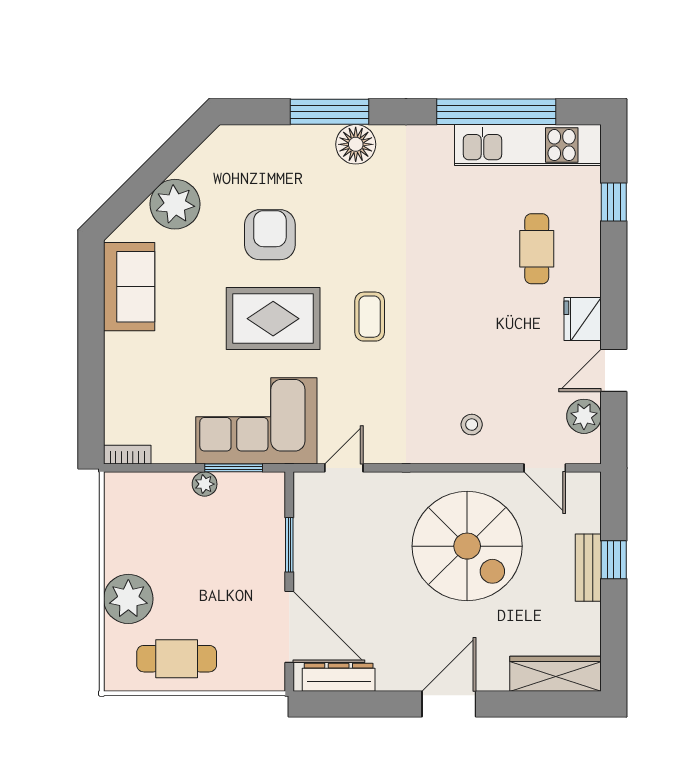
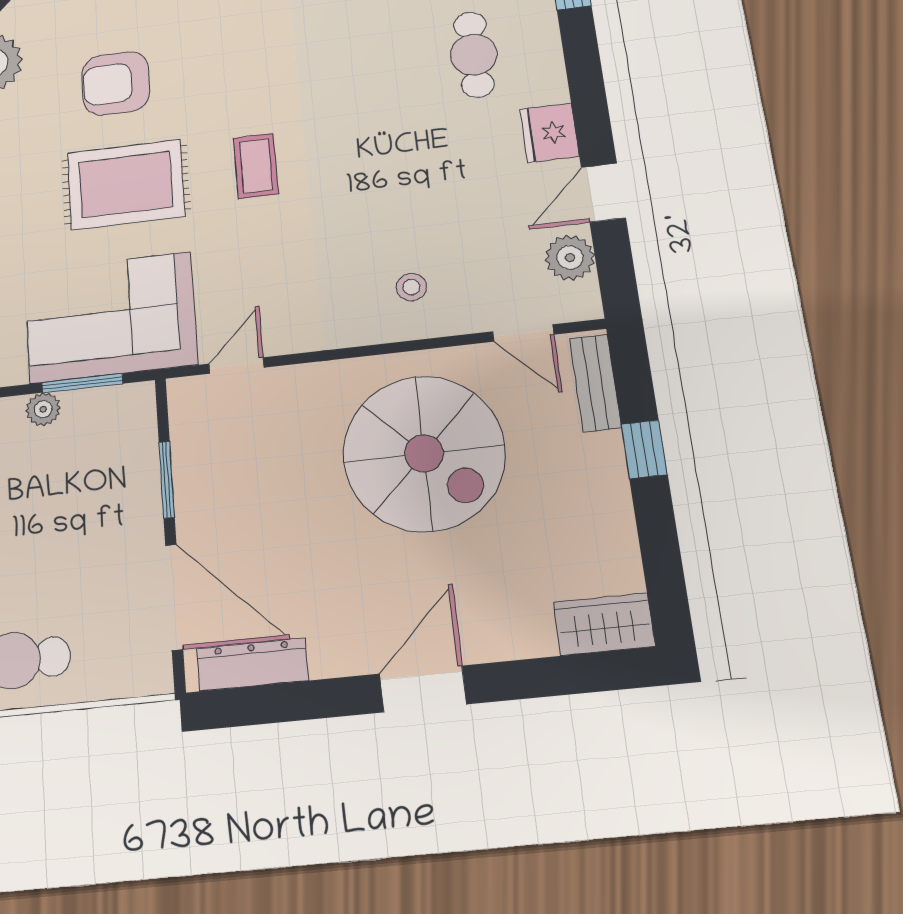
armchair: (270, 235) -> (116, 83), turned -90
bench: (588, 568) -> (595, 383), moved
wardrobe: (555, 674) -> (604, 624), width x0.67

